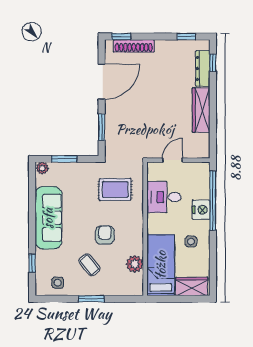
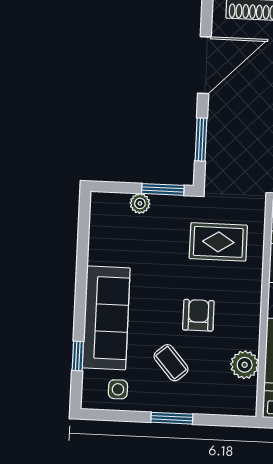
window: (64, 159) -> (163, 189), moved
plant: (42, 168) -> (140, 203), moved
sofa: (48, 218) -> (106, 318), moved

